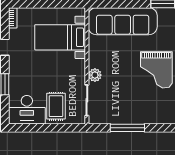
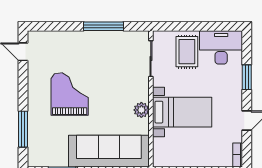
bed with nightstands: (60, 37) -> (182, 112), moved
plant: (95, 75) -> (141, 110), moved

